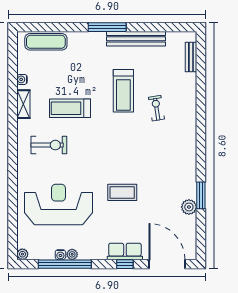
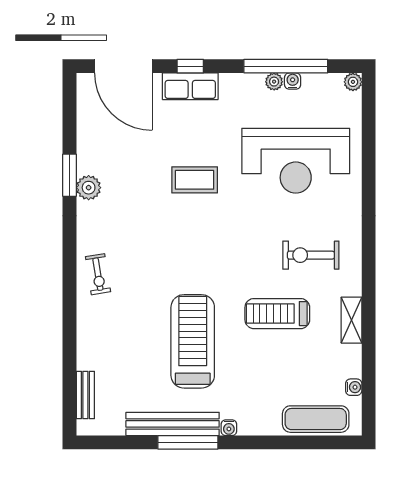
window: (107, 27) -> (188, 442), moved
water cooler: (101, 36) -> (229, 428), added
water cooler: (22, 79) -> (354, 387), moved
treadmill: (123, 91) -> (193, 341), width x1.37, depth x1.38
treadmill: (70, 108) -> (277, 314), turned 180
exercise bike: (156, 108) -> (98, 274), moved
plant: (189, 207) -> (89, 188), moved

